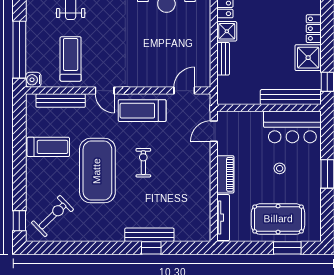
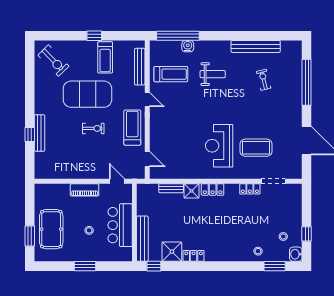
water cooler: (33, 80) -> (188, 46), moved
door: (105, 91) -> (147, 100), swing flipped
bar counter: (292, 127) -> (120, 225), moved
tv unit: (223, 218) -> (52, 188), removed
window: (19, 221) -> (94, 36), moved

